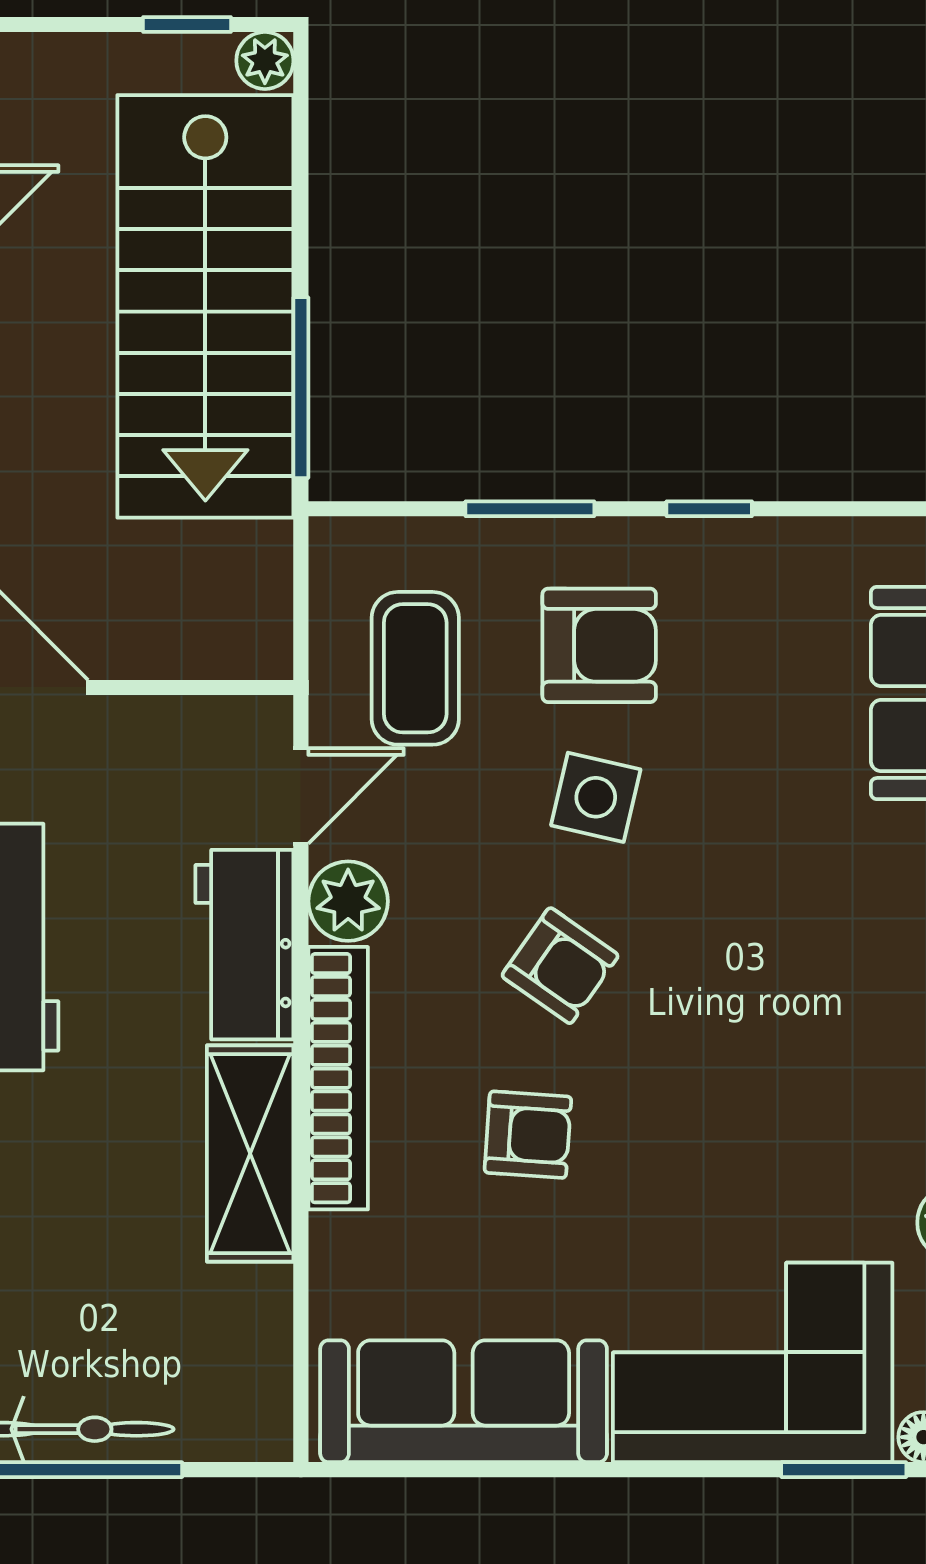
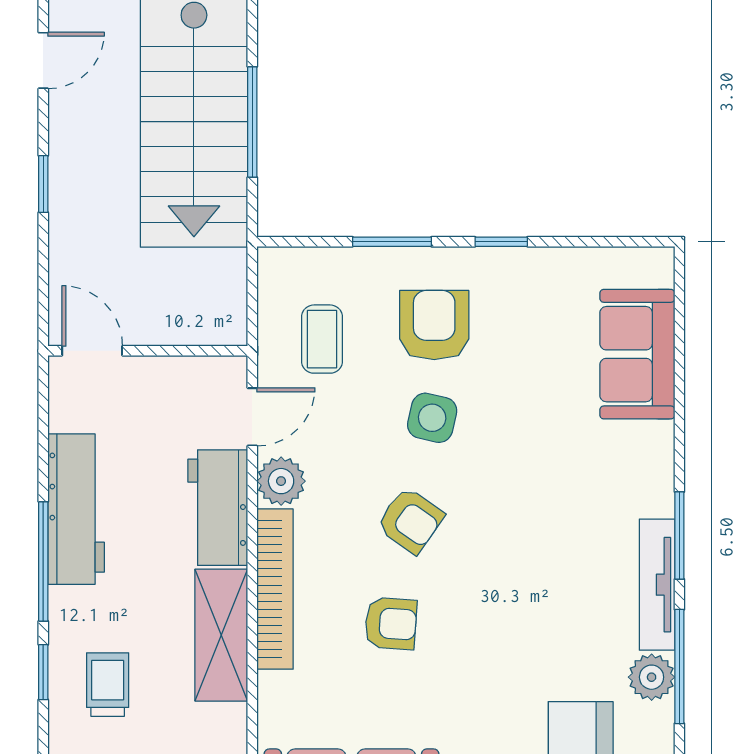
window: (301, 388) -> (252, 122), moved
armchair: (599, 645) -> (434, 325), turned -90
coffee table: (415, 668) -> (322, 339), width x0.73, depth x0.77
trolley: (64, 1235) -> (108, 685), added

